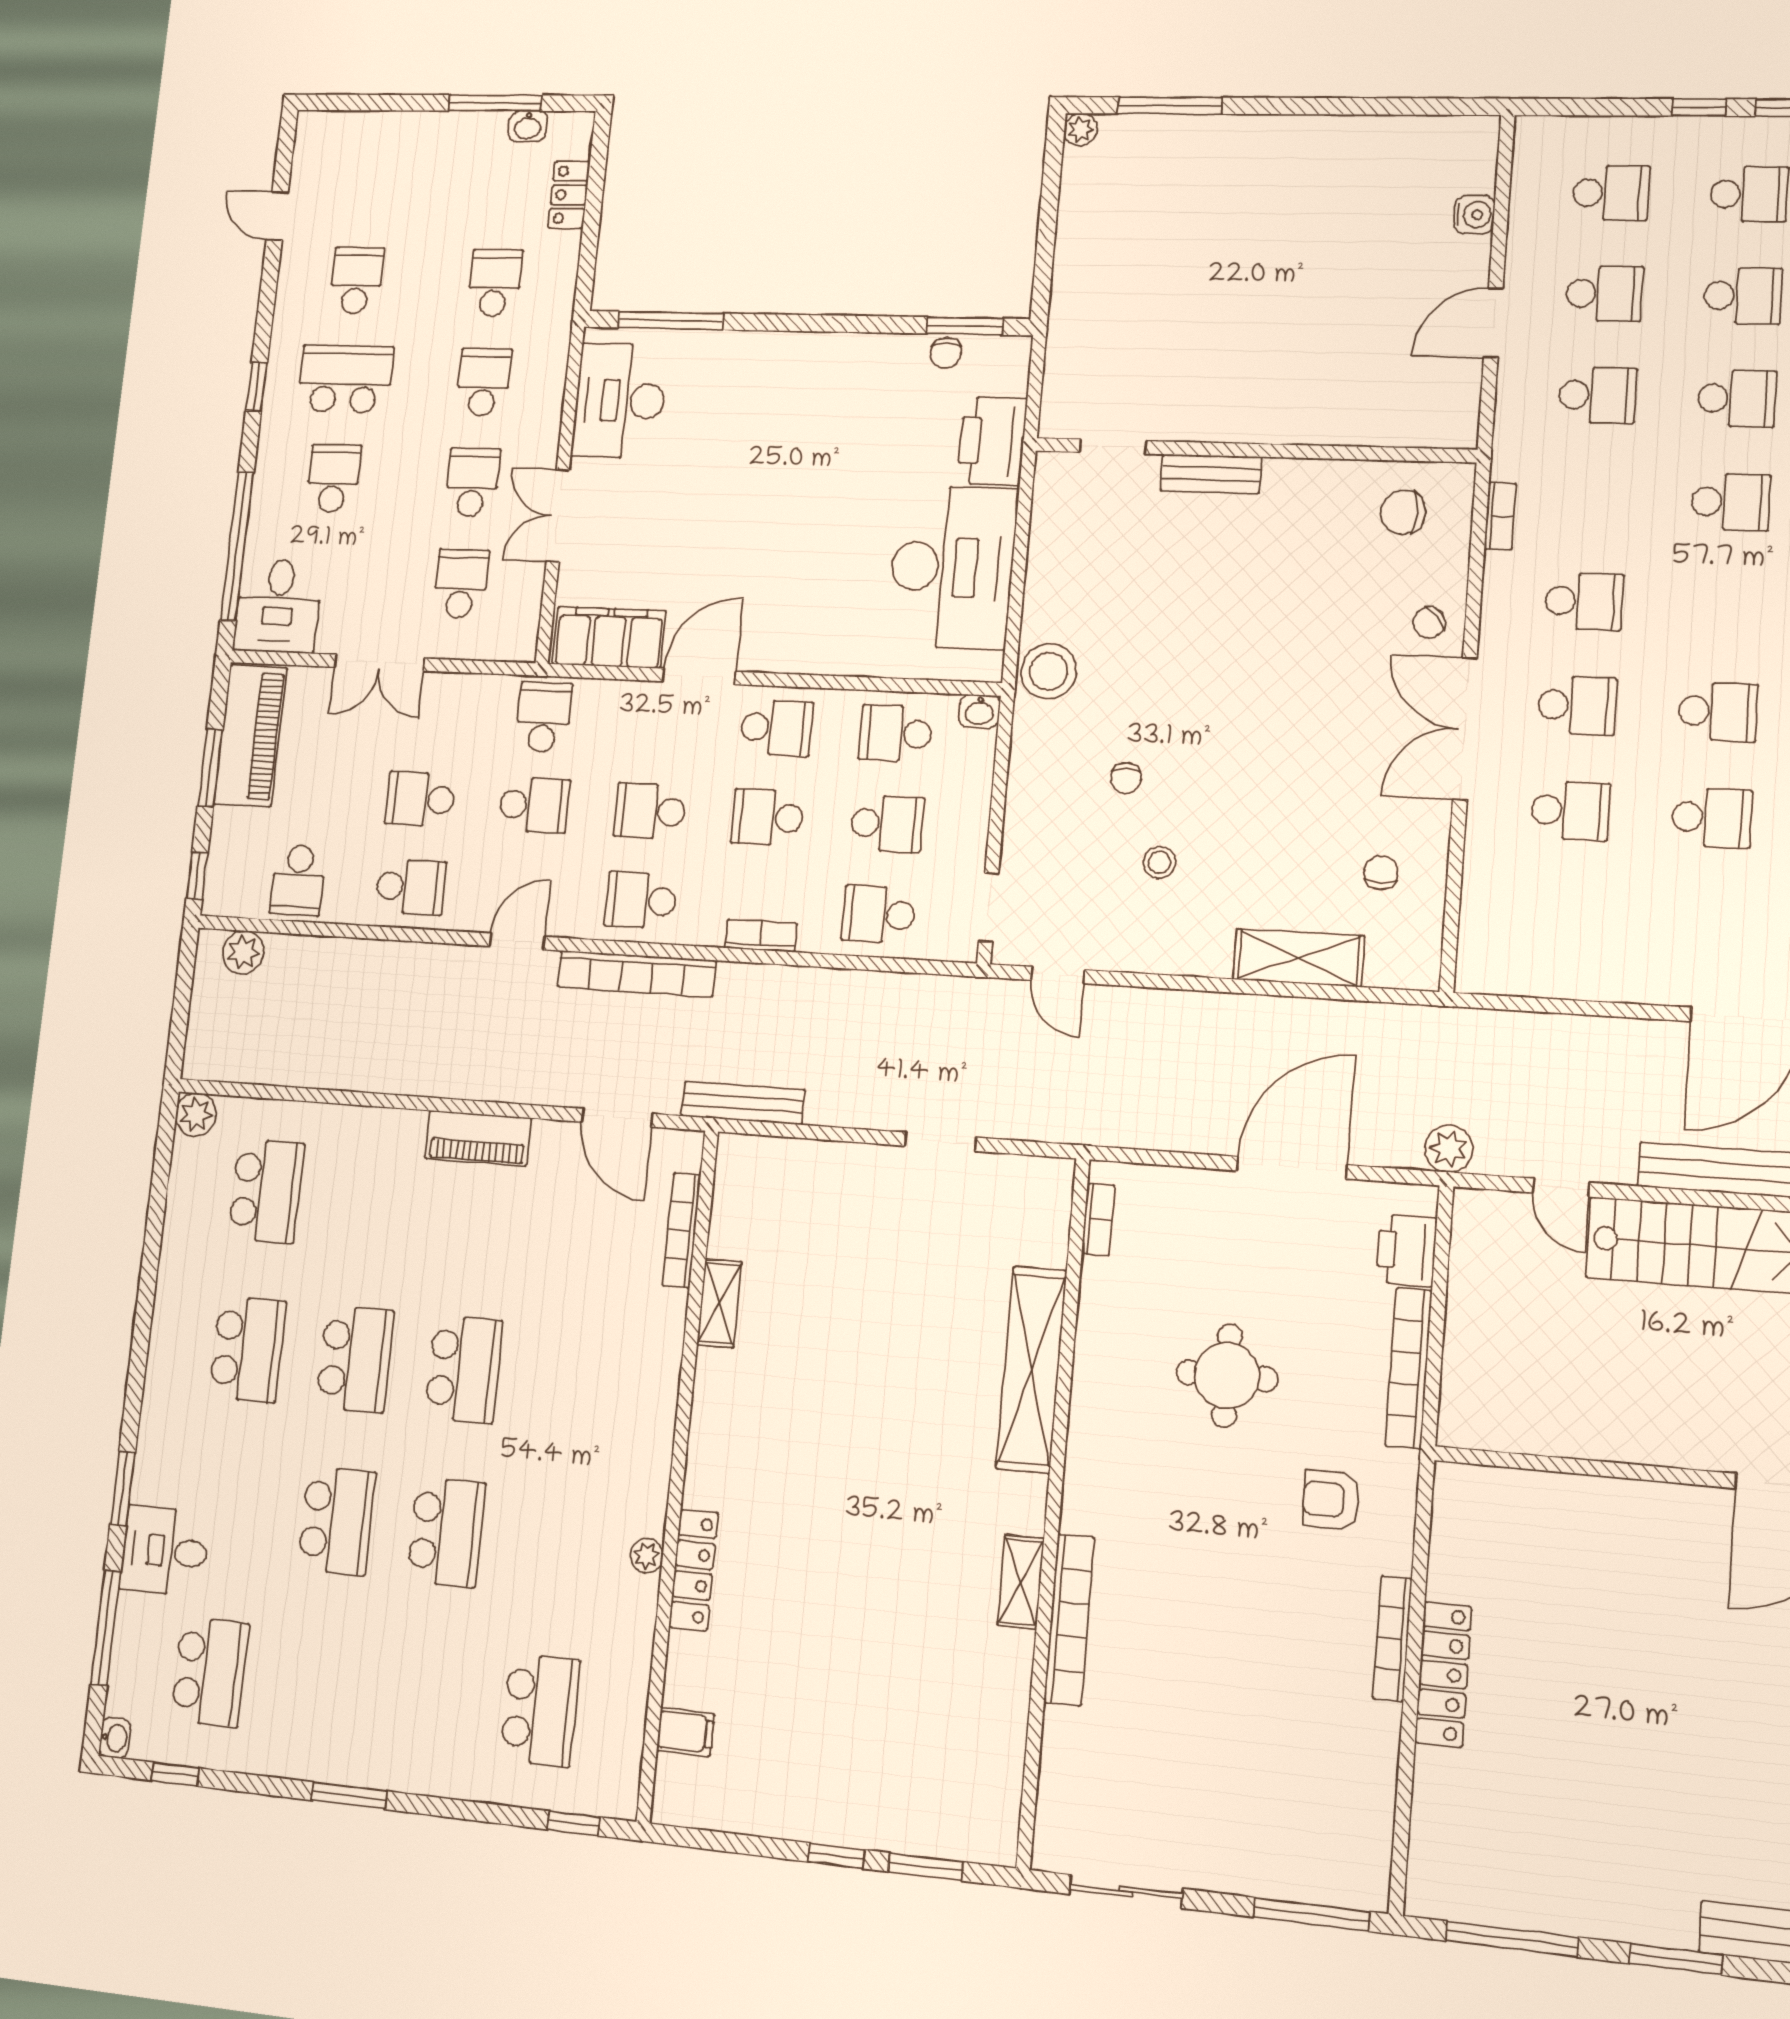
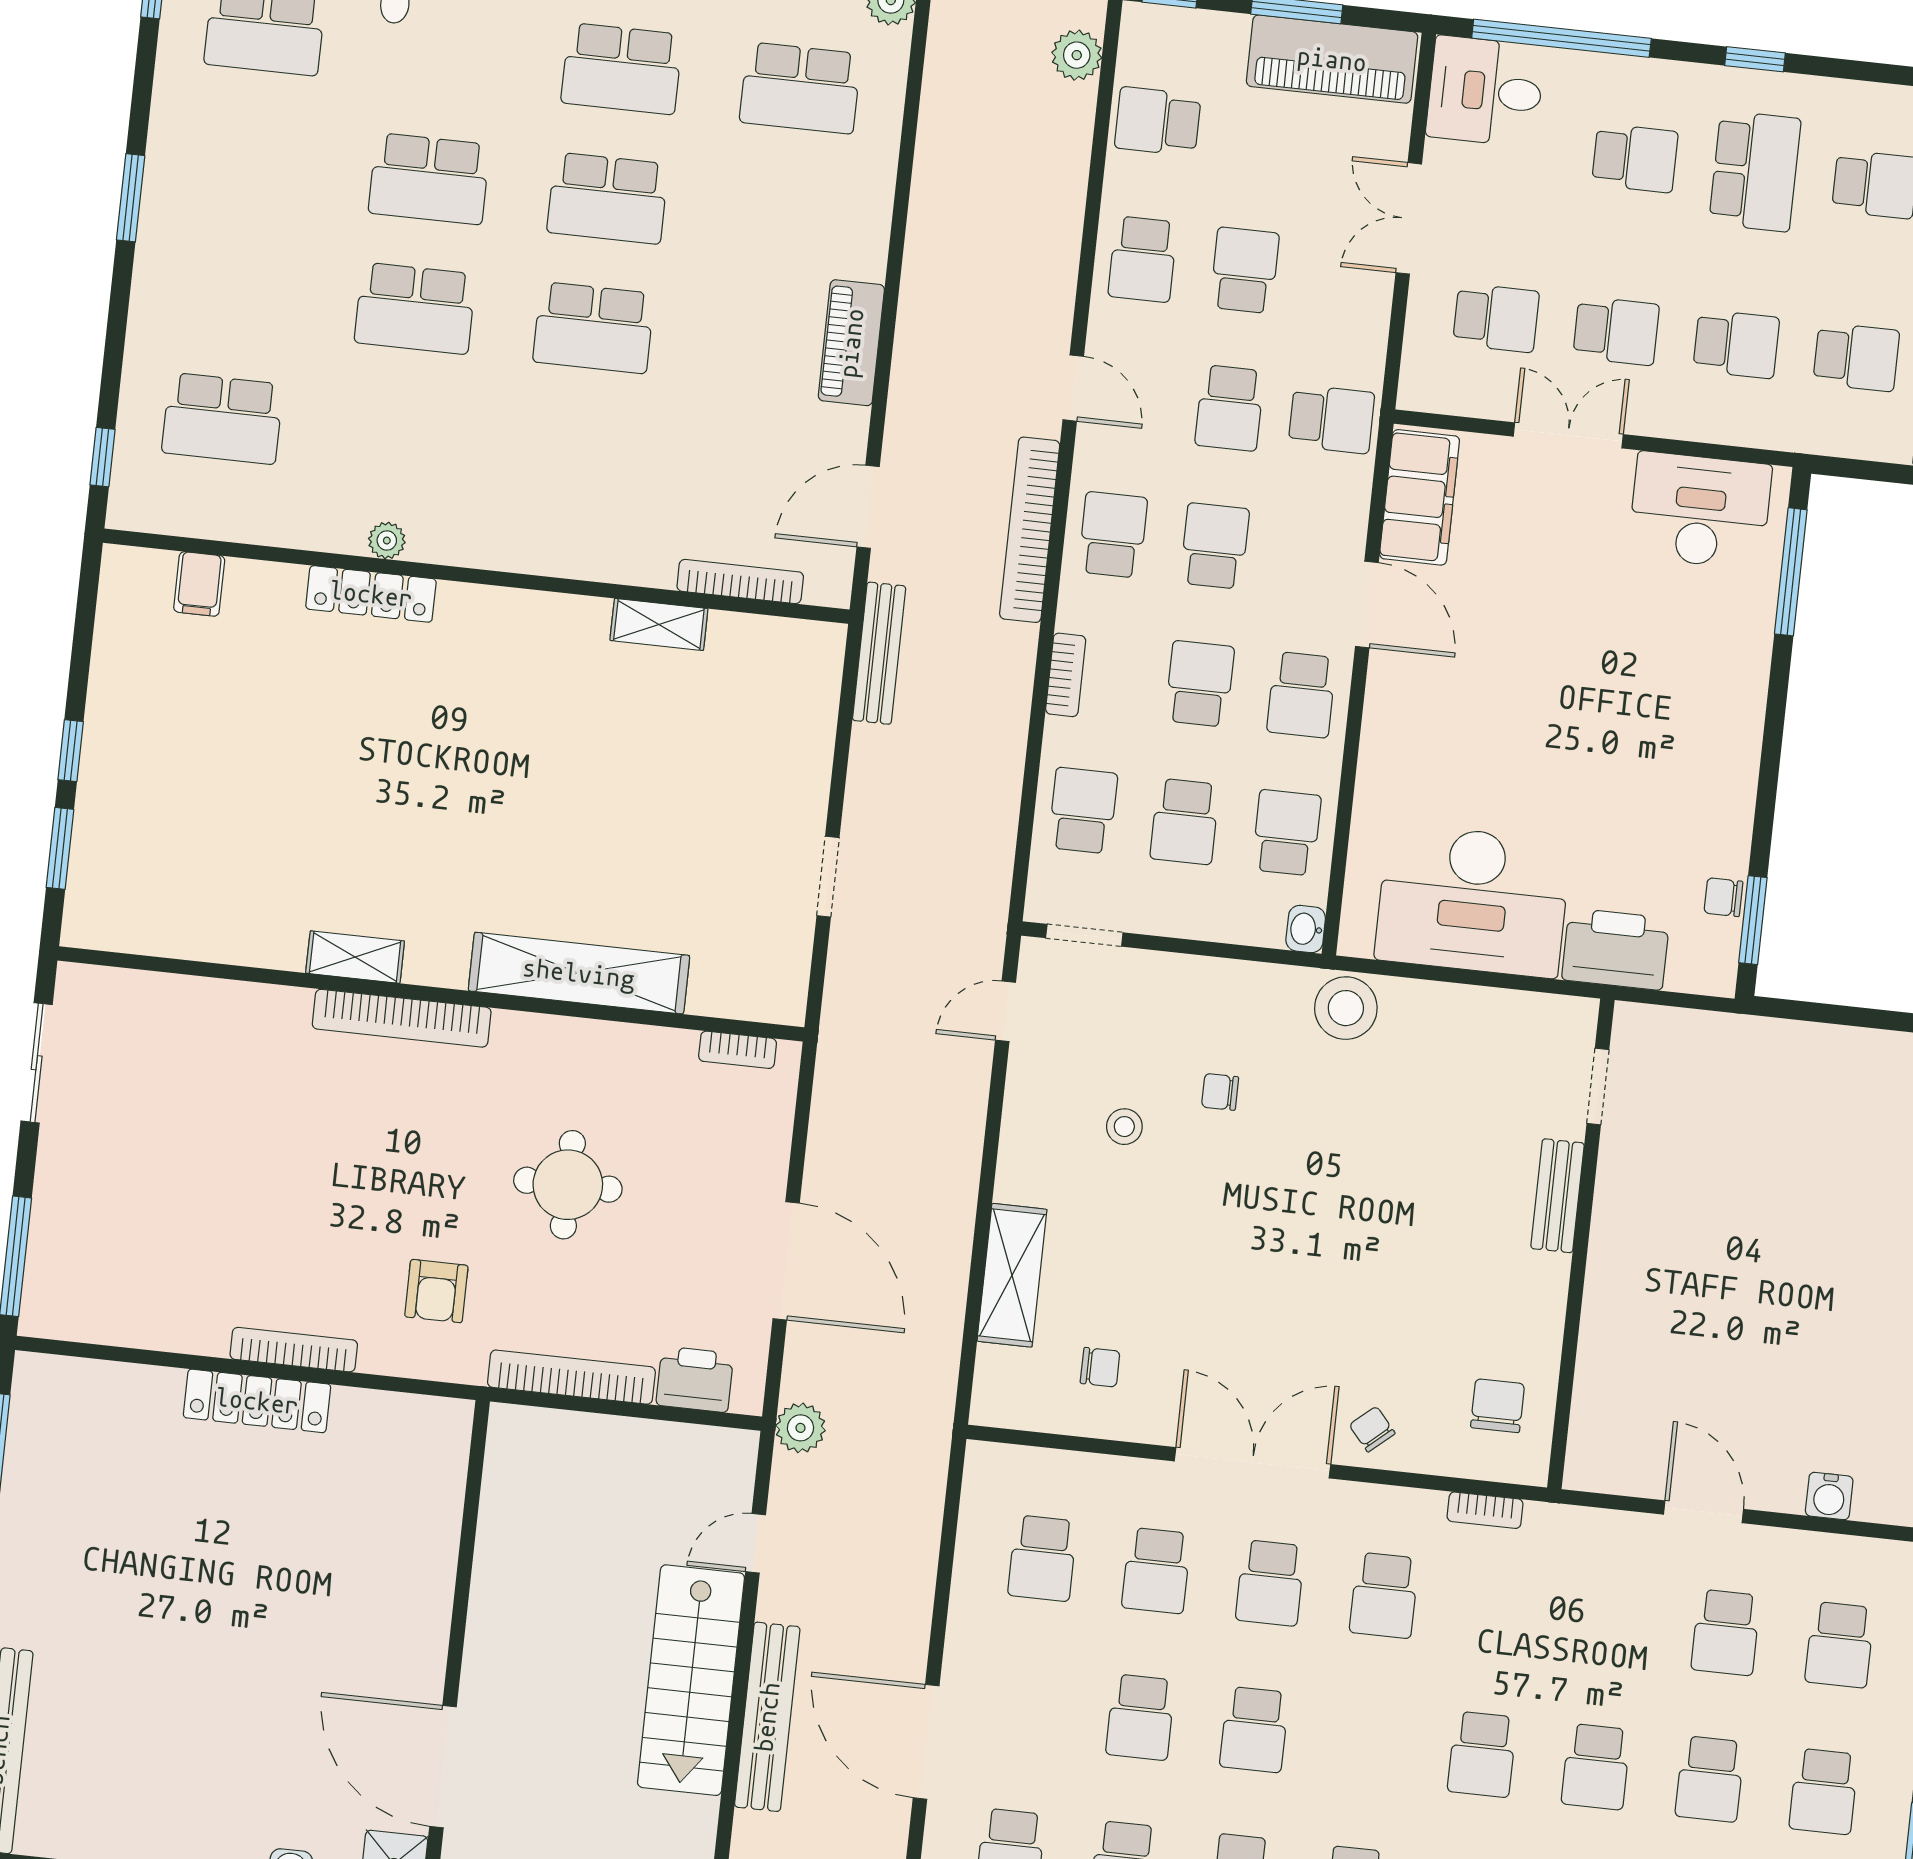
school desk: (1598, 395) -> (1042, 1558), moved
armchair: (1331, 1500) -> (436, 1291), turned 180
bookcase: (1069, 1620) -> (402, 1018), moved

